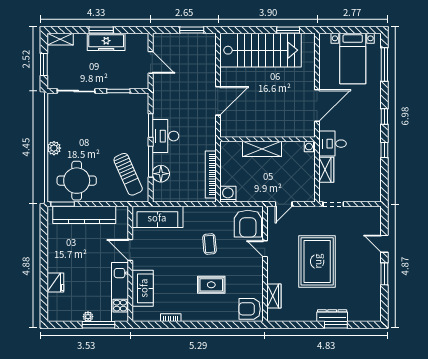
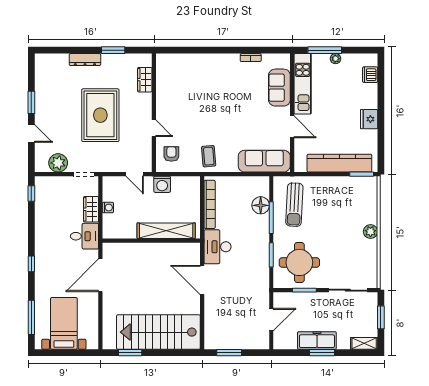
door: (151, 62) -> (271, 320), swing flipped
door: (218, 101) -> (202, 280), hinge flipped
desk: (166, 136) -> (218, 247), moved, turned 180
washing machine: (310, 147) -> (108, 208), moved
shelving: (262, 149) -> (166, 231), width x1.47
window: (384, 150) -> (31, 194), moved
sun lounger: (128, 174) -> (294, 205), turned -153
round table: (77, 181) -> (299, 262), moved
washing machine: (228, 194) -> (162, 184), moved
door: (284, 204) -> (135, 174), swing flipped
plant: (358, 215) -> (58, 163), added
armchair: (248, 224) -> (171, 154), width x0.53, depth x0.53
coffee table: (209, 244) -> (209, 156), moved
fridge: (55, 283) -> (369, 119), moved
rug: (211, 285) -> (209, 91), removed
dishwasher: (54, 301) -> (370, 75), added
armchair: (250, 309) -> (170, 67), removed
window: (336, 325) -> (113, 50), moved

